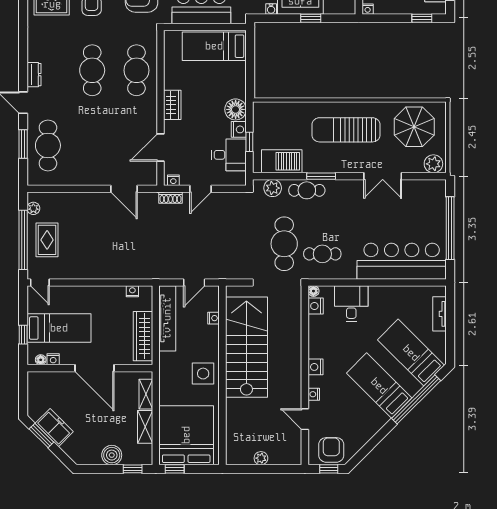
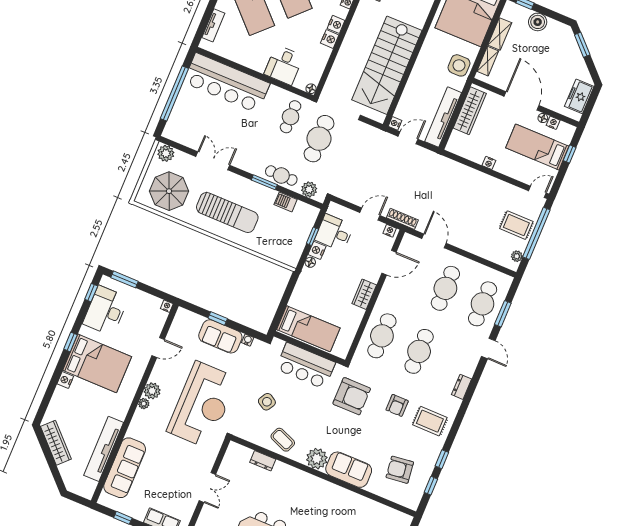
window: (422, 18) -> (125, 279), width x1.50
dresser: (34, 75) -> (462, 387), moved
floor lamp: (236, 109) -> (310, 262), width x0.53, depth x0.53
cafe table: (92, 145) -> (445, 288), added
barbecue: (282, 161) -> (286, 202), width x0.53, depth x0.65
shoe rack: (170, 198) -> (402, 219), width x1.43
rug: (47, 240) -> (516, 225), turned 90
cafe table: (322, 254) -> (291, 117), turned 90
door: (40, 282) -> (537, 192), hinge flipped
nightstand: (132, 291) -> (489, 163), moved
nightstand: (316, 306) -> (330, 39), moved
nightstand: (214, 318) -> (395, 123), moved
floor lamp: (41, 360) -> (543, 118), moved
side table: (203, 374) -> (459, 65), moved
freezer: (54, 428) -> (579, 96), moved, turned 45
window: (41, 436) -> (582, 45), moved

